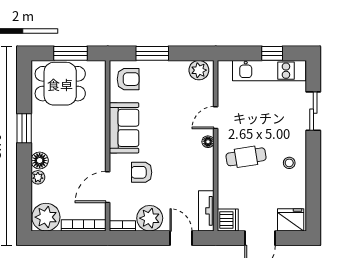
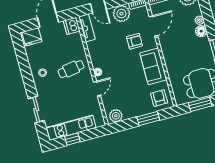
armchair: (128, 79) -> (159, 98), turned 90

